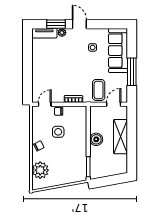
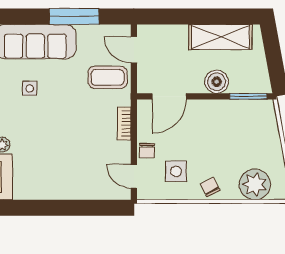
door: (88, 124) -> (169, 96), added
side table: (58, 132) -> (176, 171), moved
shelving: (121, 137) -> (220, 37), moved
boiler: (96, 139) -> (217, 82), moved

